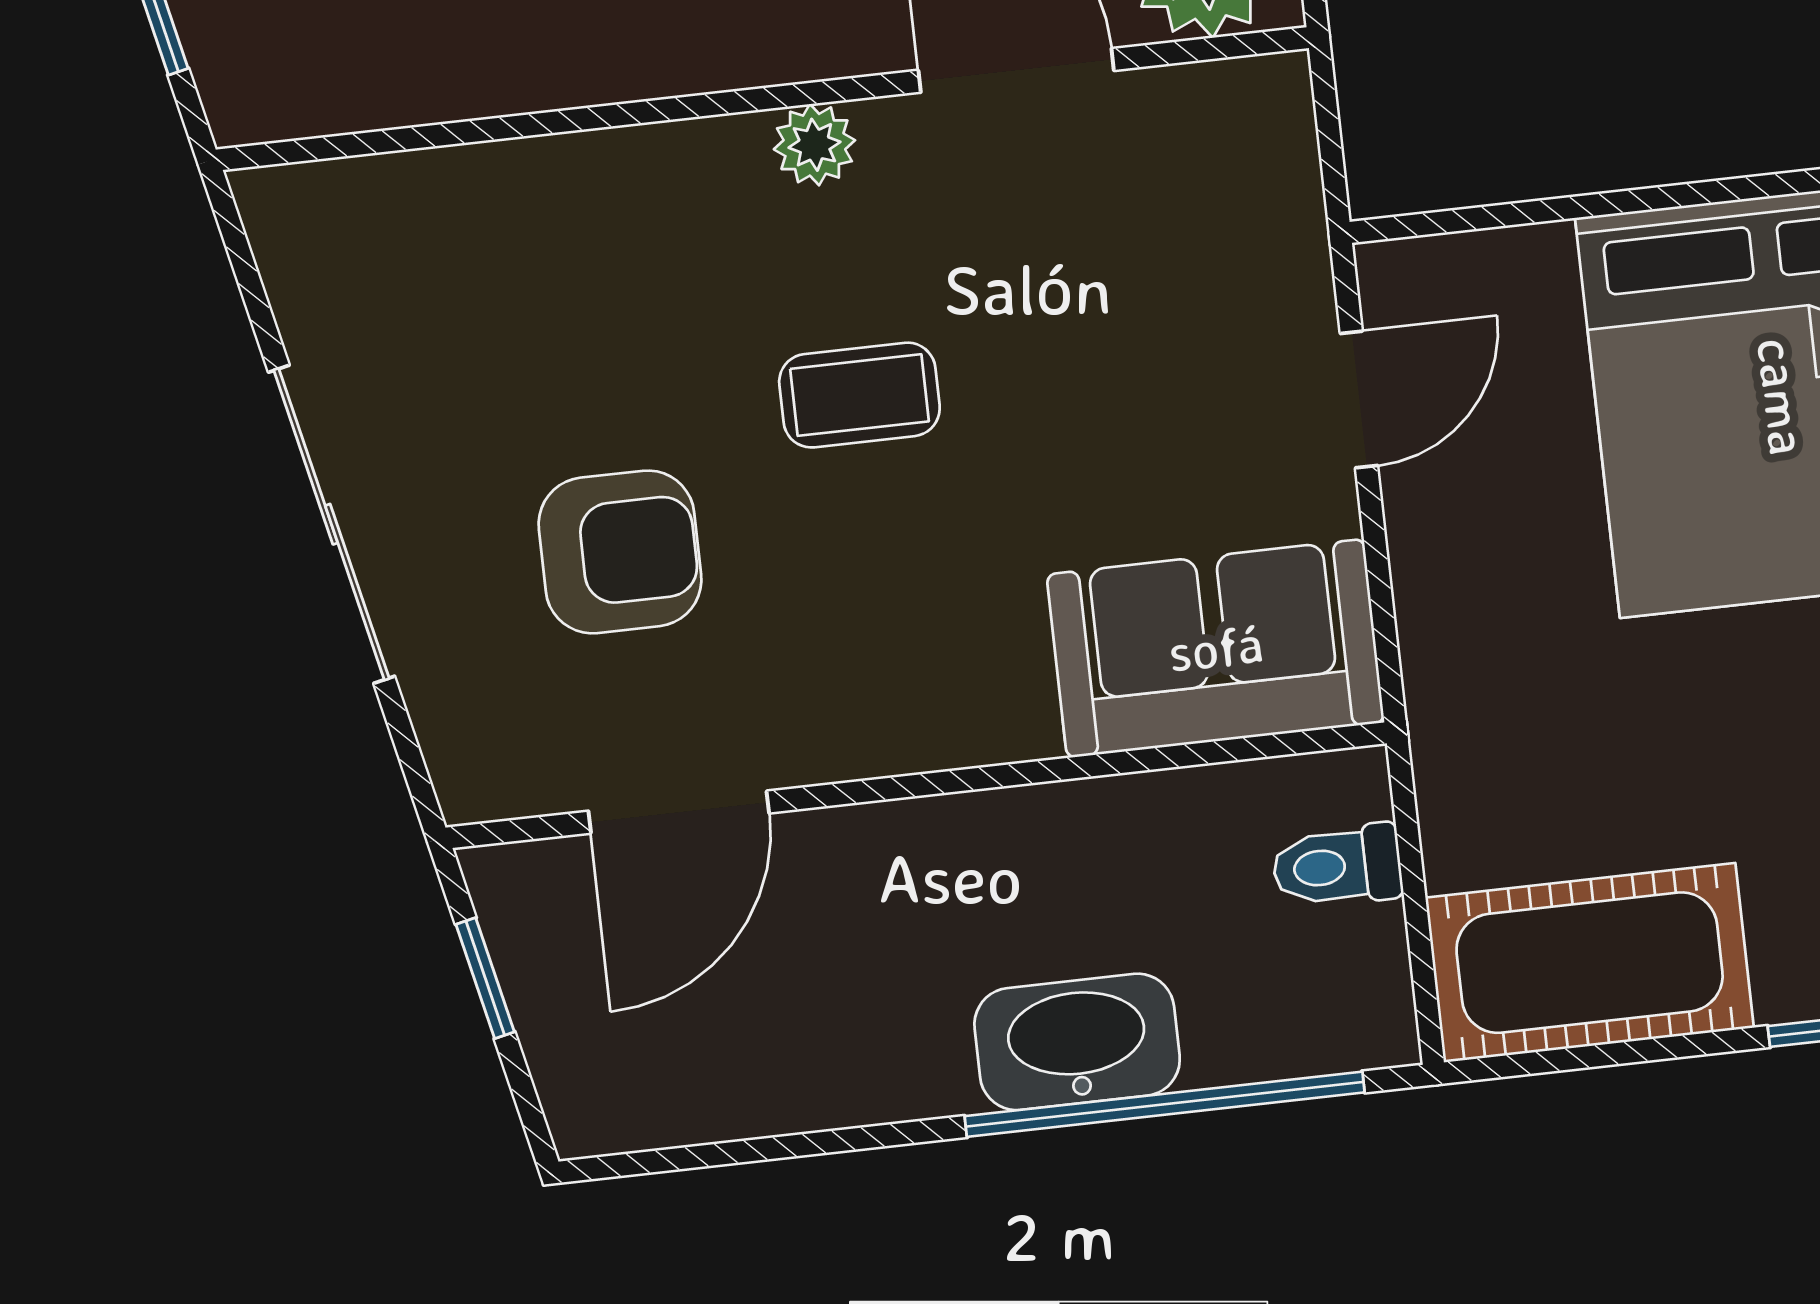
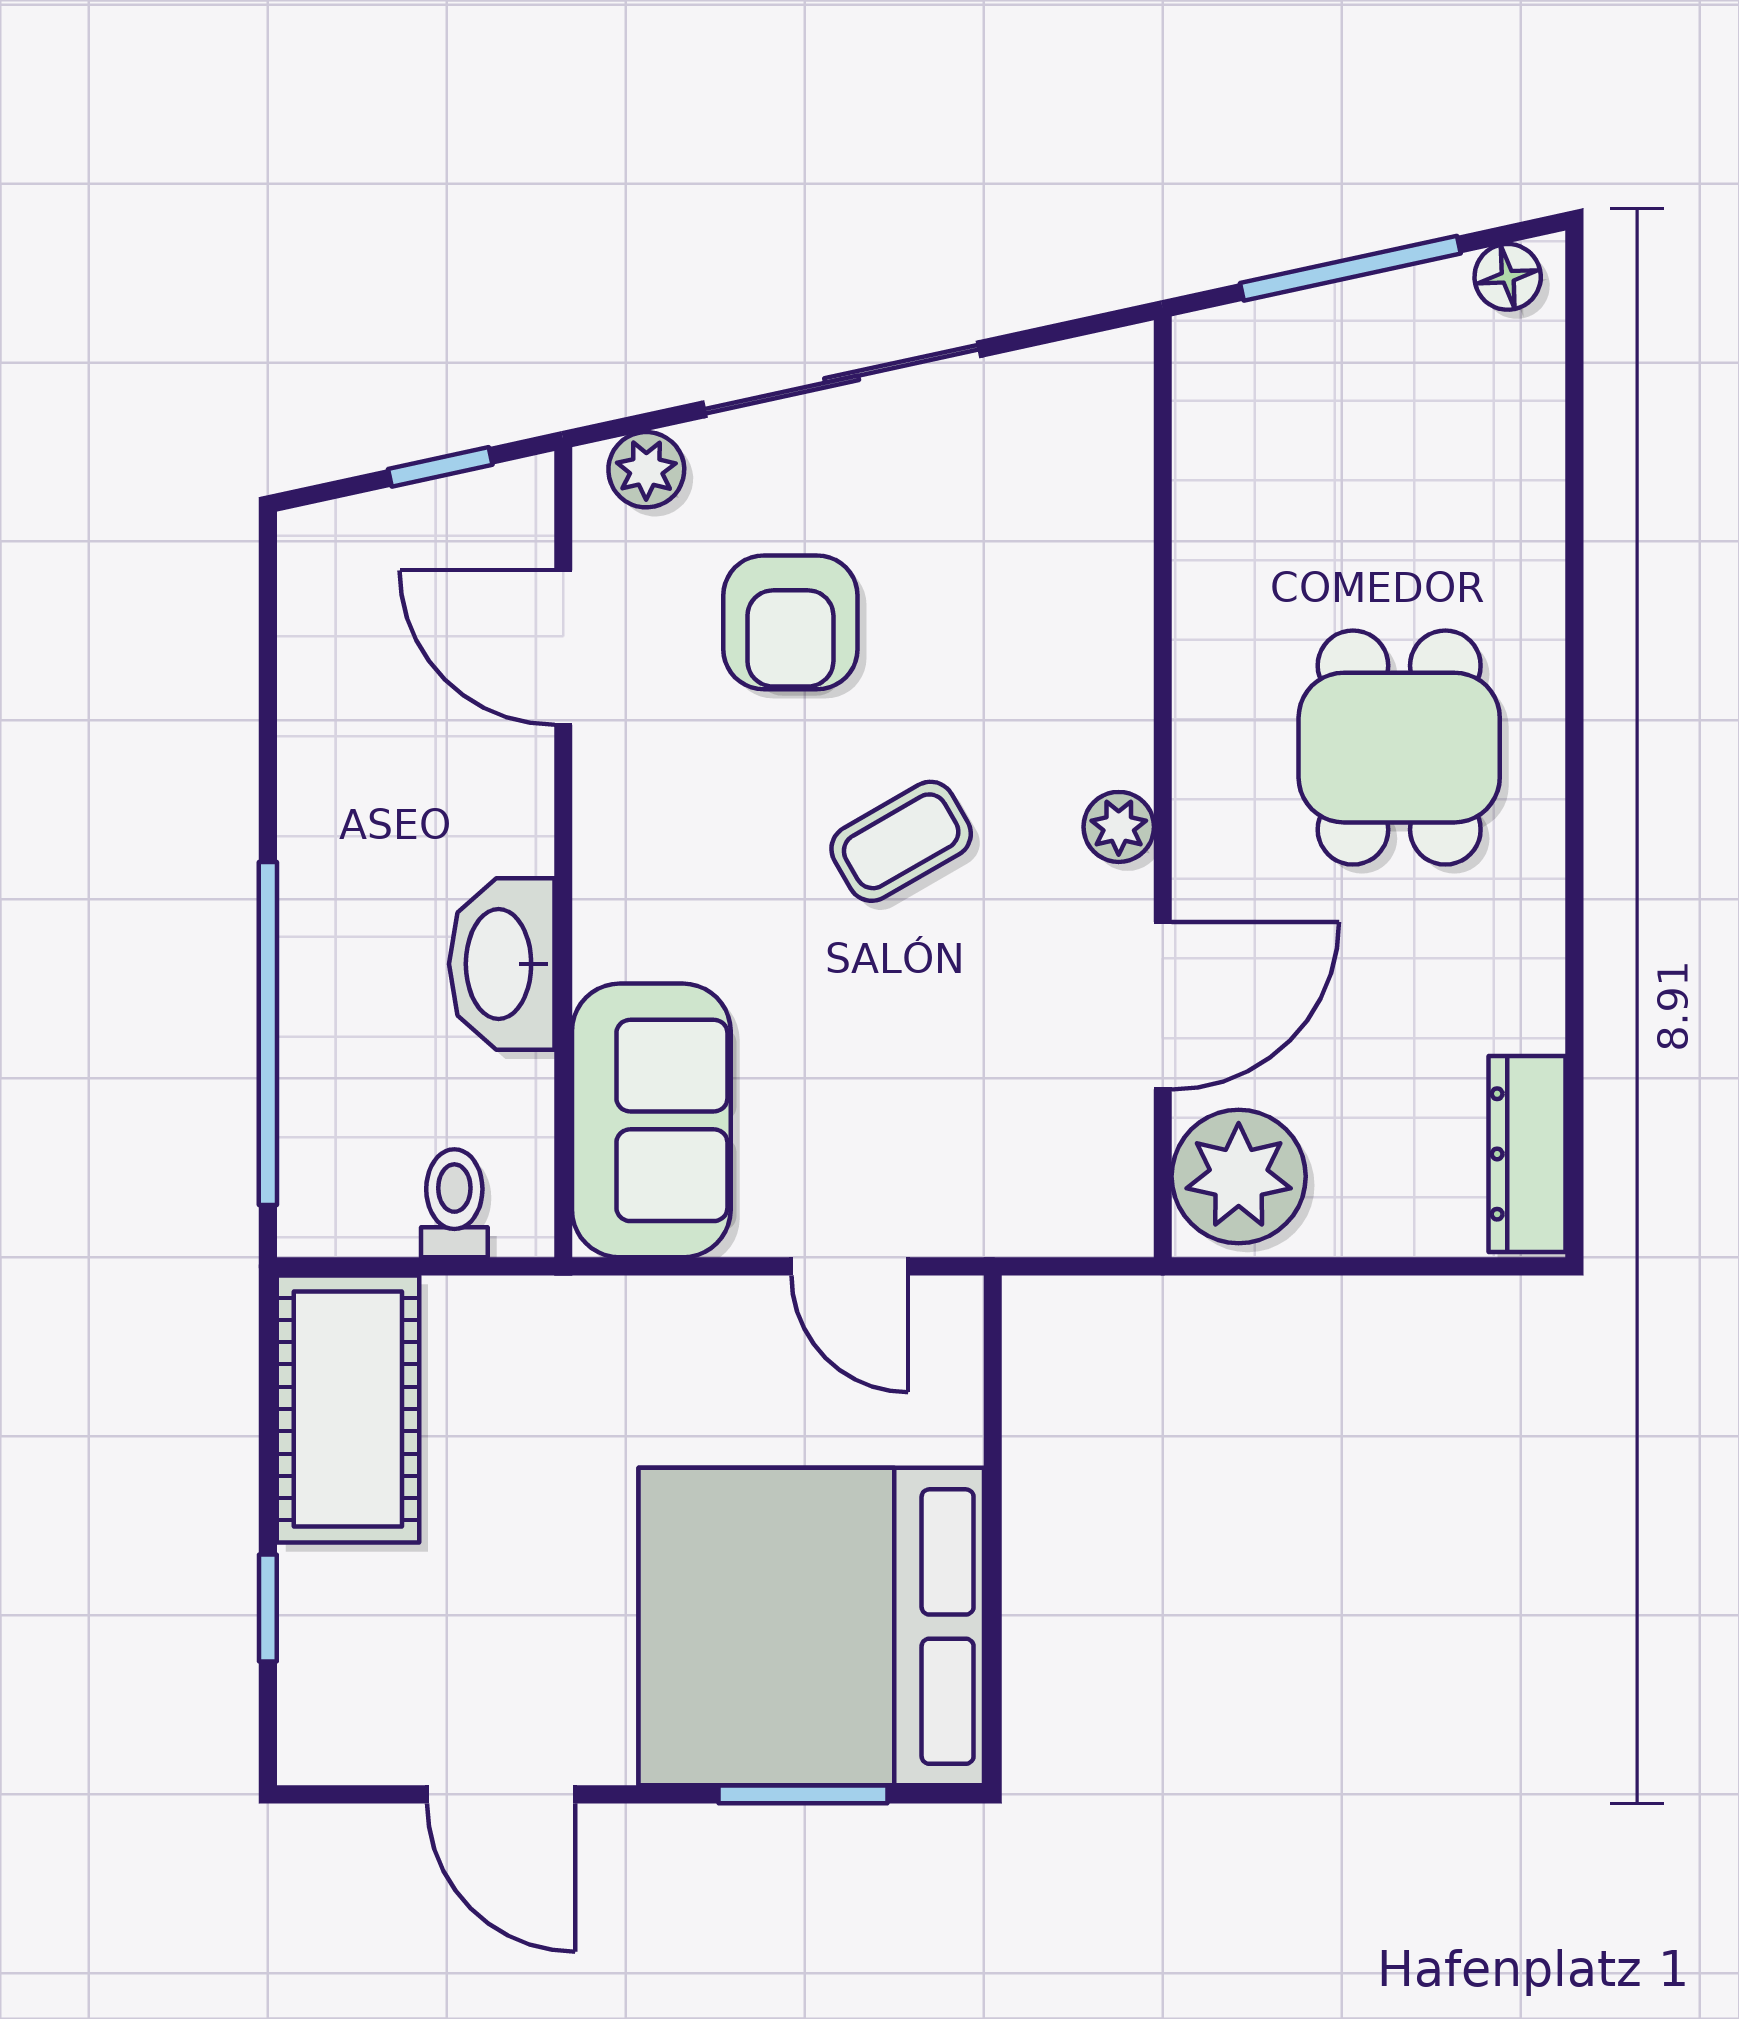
coffee table: (859, 395) -> (901, 841), turned 60
plant: (462, 739) -> (646, 470), added
washbasin: (1077, 1042) -> (502, 964), moved, turned 180

